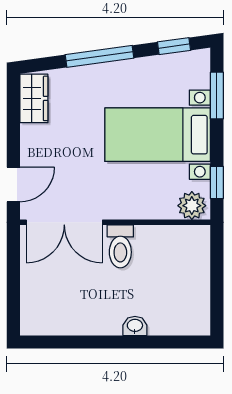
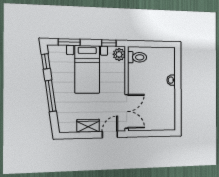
wardrobe: (34, 98) -> (88, 126), moved
door: (13, 184) -> (110, 134), hinge flipped
toilet: (120, 246) -> (137, 57), moved

